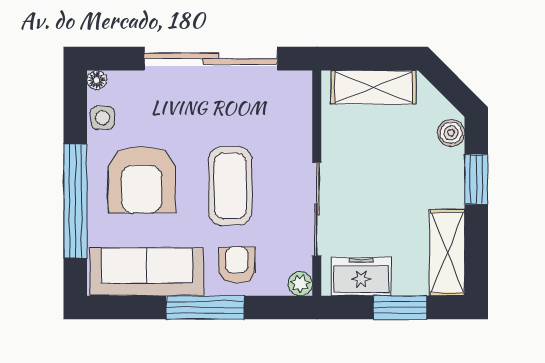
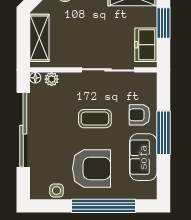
floor lamp: (97, 80) -> (35, 78), moved
coffee table: (230, 186) -> (95, 119), width x0.73, depth x0.76
sofa: (147, 272) -> (143, 157), width x0.73
plant: (300, 284) -> (52, 79), moved

